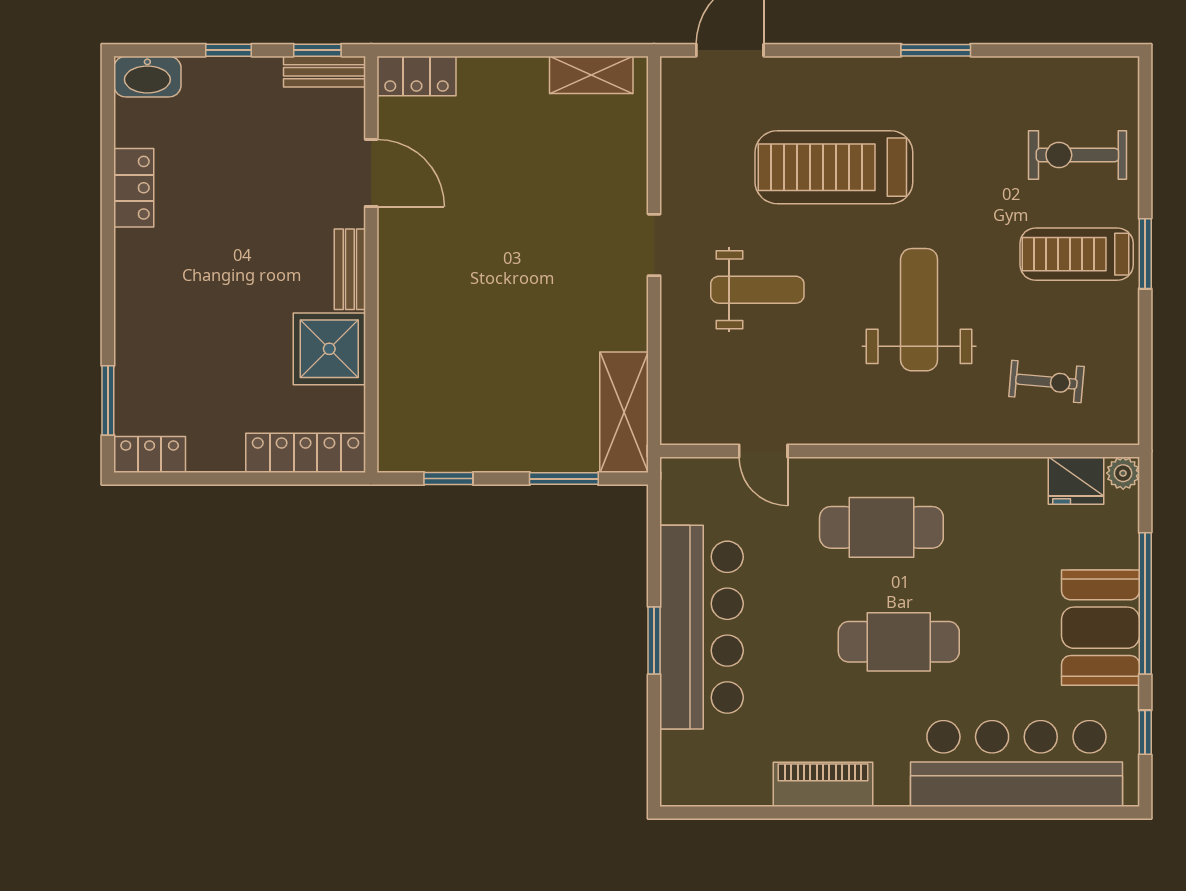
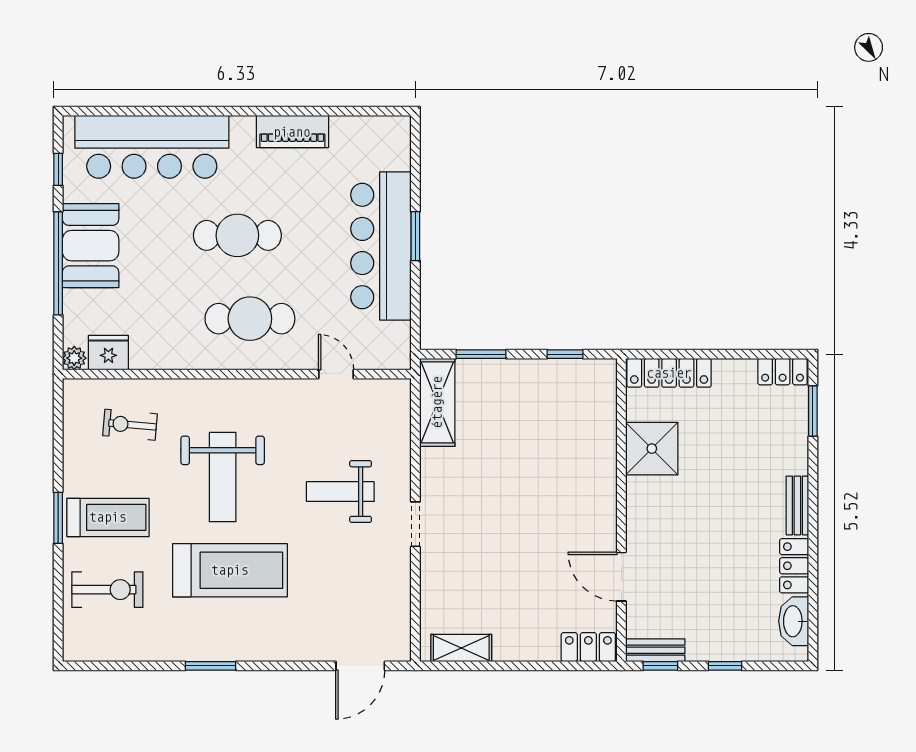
washbasin: (147, 77) -> (794, 621), moved, turned -90
treadmill: (834, 167) -> (230, 570), moved
bench: (350, 269) -> (797, 505), moved

